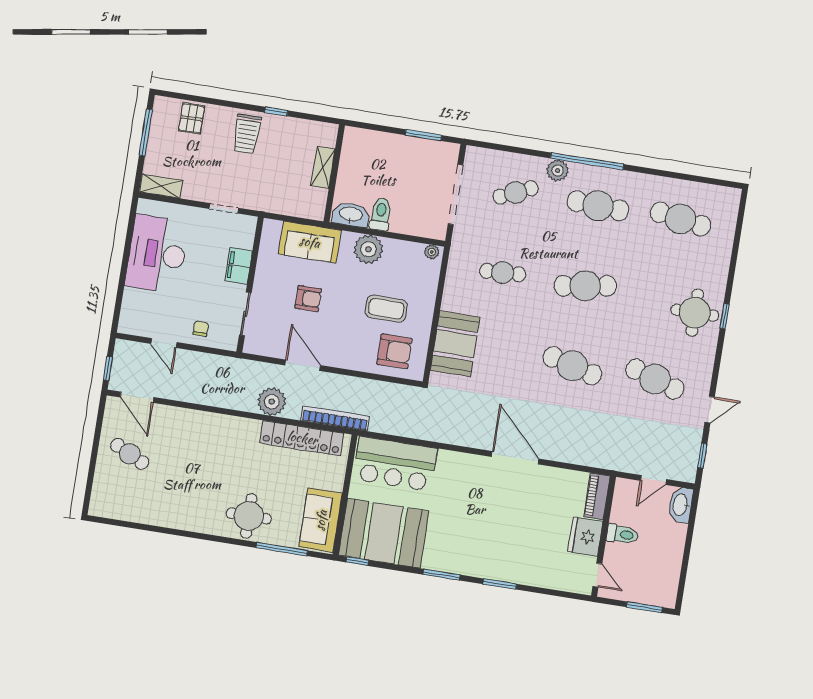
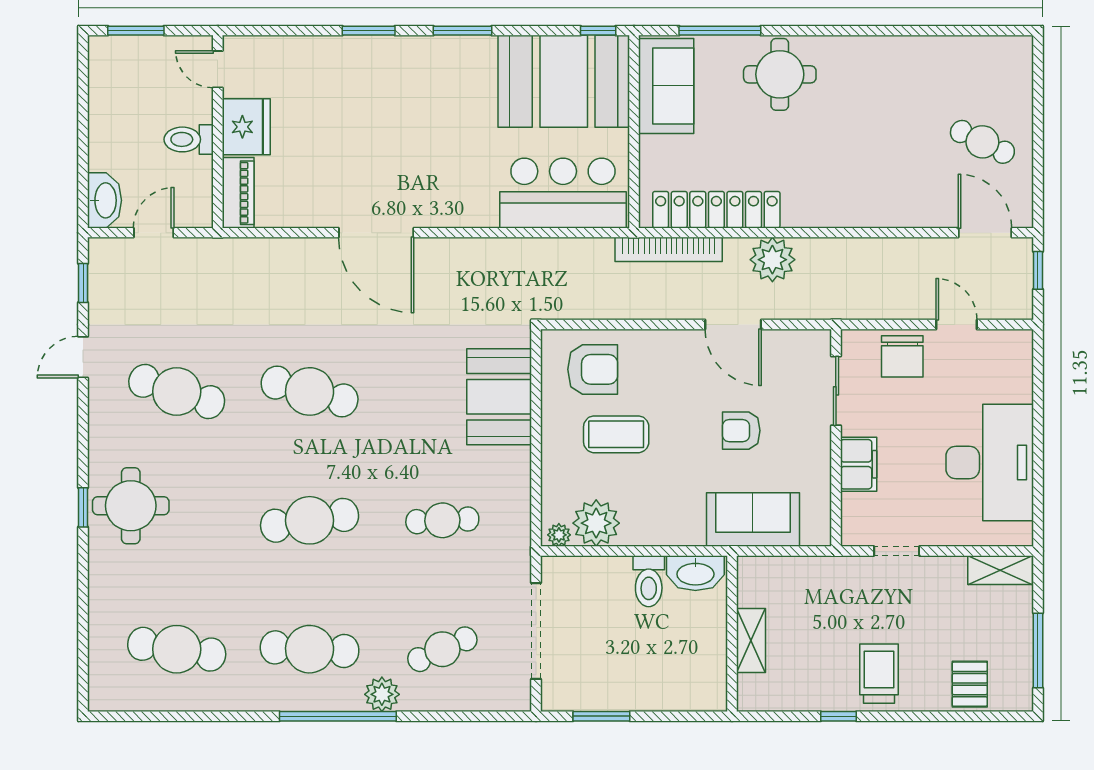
plant: (368, 249) -> (596, 523), moved
chair: (201, 329) -> (902, 356), width x1.87, depth x1.87
armchair: (394, 351) -> (593, 369), turned 180

